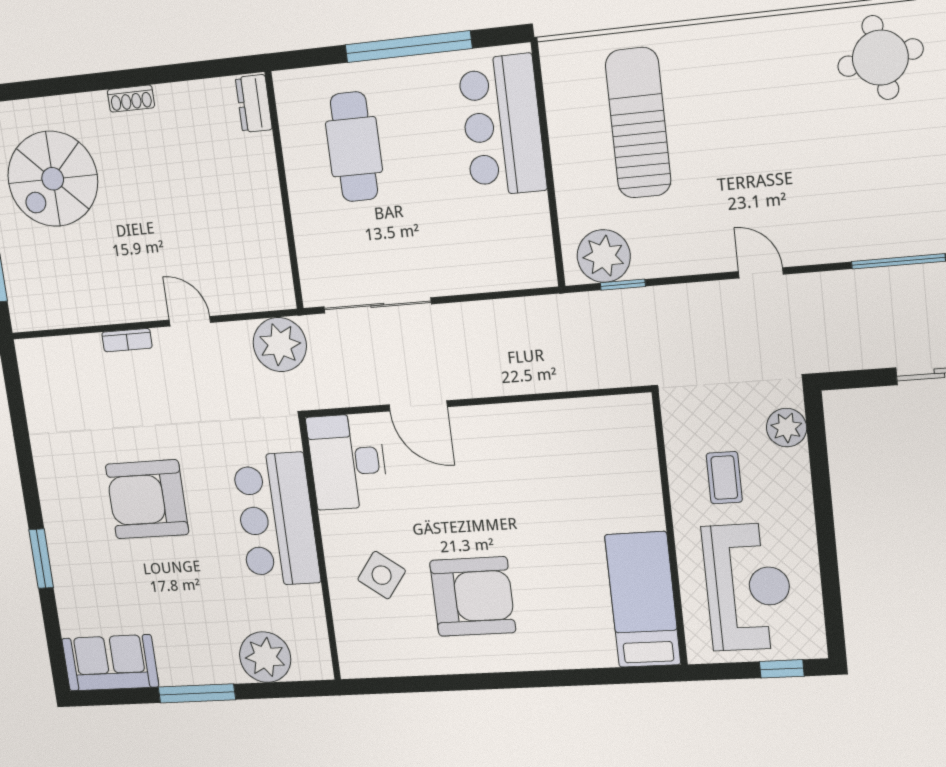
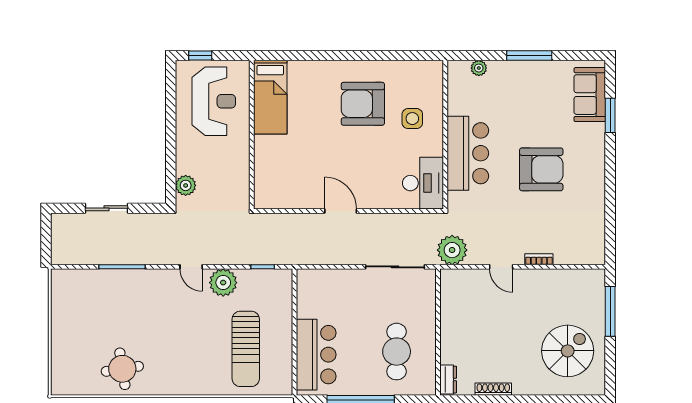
shoe rack: (131, 99) -> (493, 389), moved, width x1.43
plant: (604, 256) -> (223, 283), moved
door: (418, 406) -> (341, 211), moved
coffee table: (724, 478) -> (220, 161), removed
window: (41, 559) -> (610, 115), moved
side table: (382, 575) -> (412, 119), turned -37
reception desk: (748, 587) -> (214, 101), turned 180
plant: (265, 657) -> (479, 68), width x0.53, depth x0.53
sofa: (110, 663) -> (590, 95), moved, turned 90

